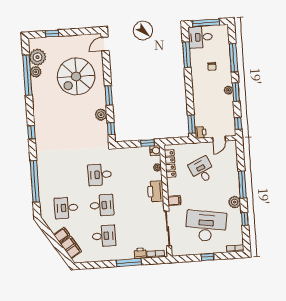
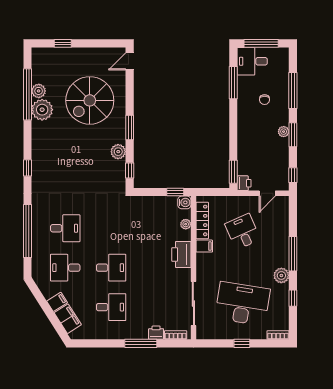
plant: (38, 57) -> (42, 110), moved
desk: (100, 175) -> (65, 228), moved, turned 180
filing cabinet: (174, 201) -> (204, 246), moved

